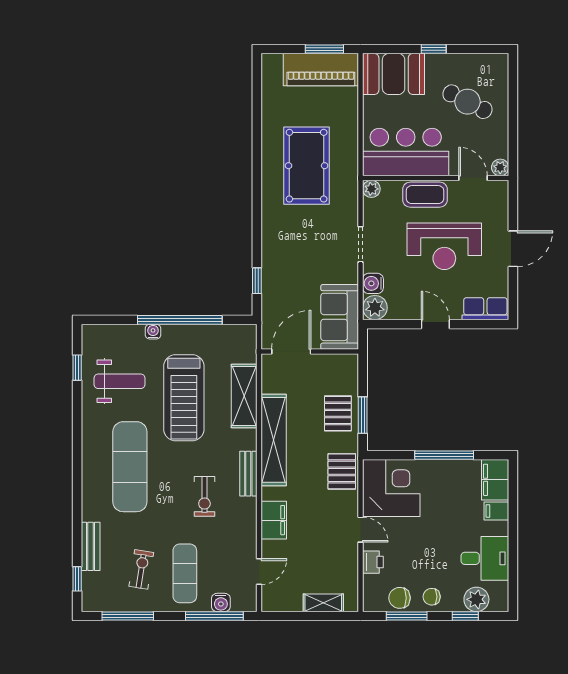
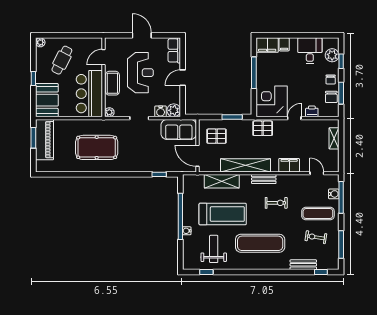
plant: (500, 167) -> (40, 42), moved
pallet: (338, 413) -> (217, 136), moved

